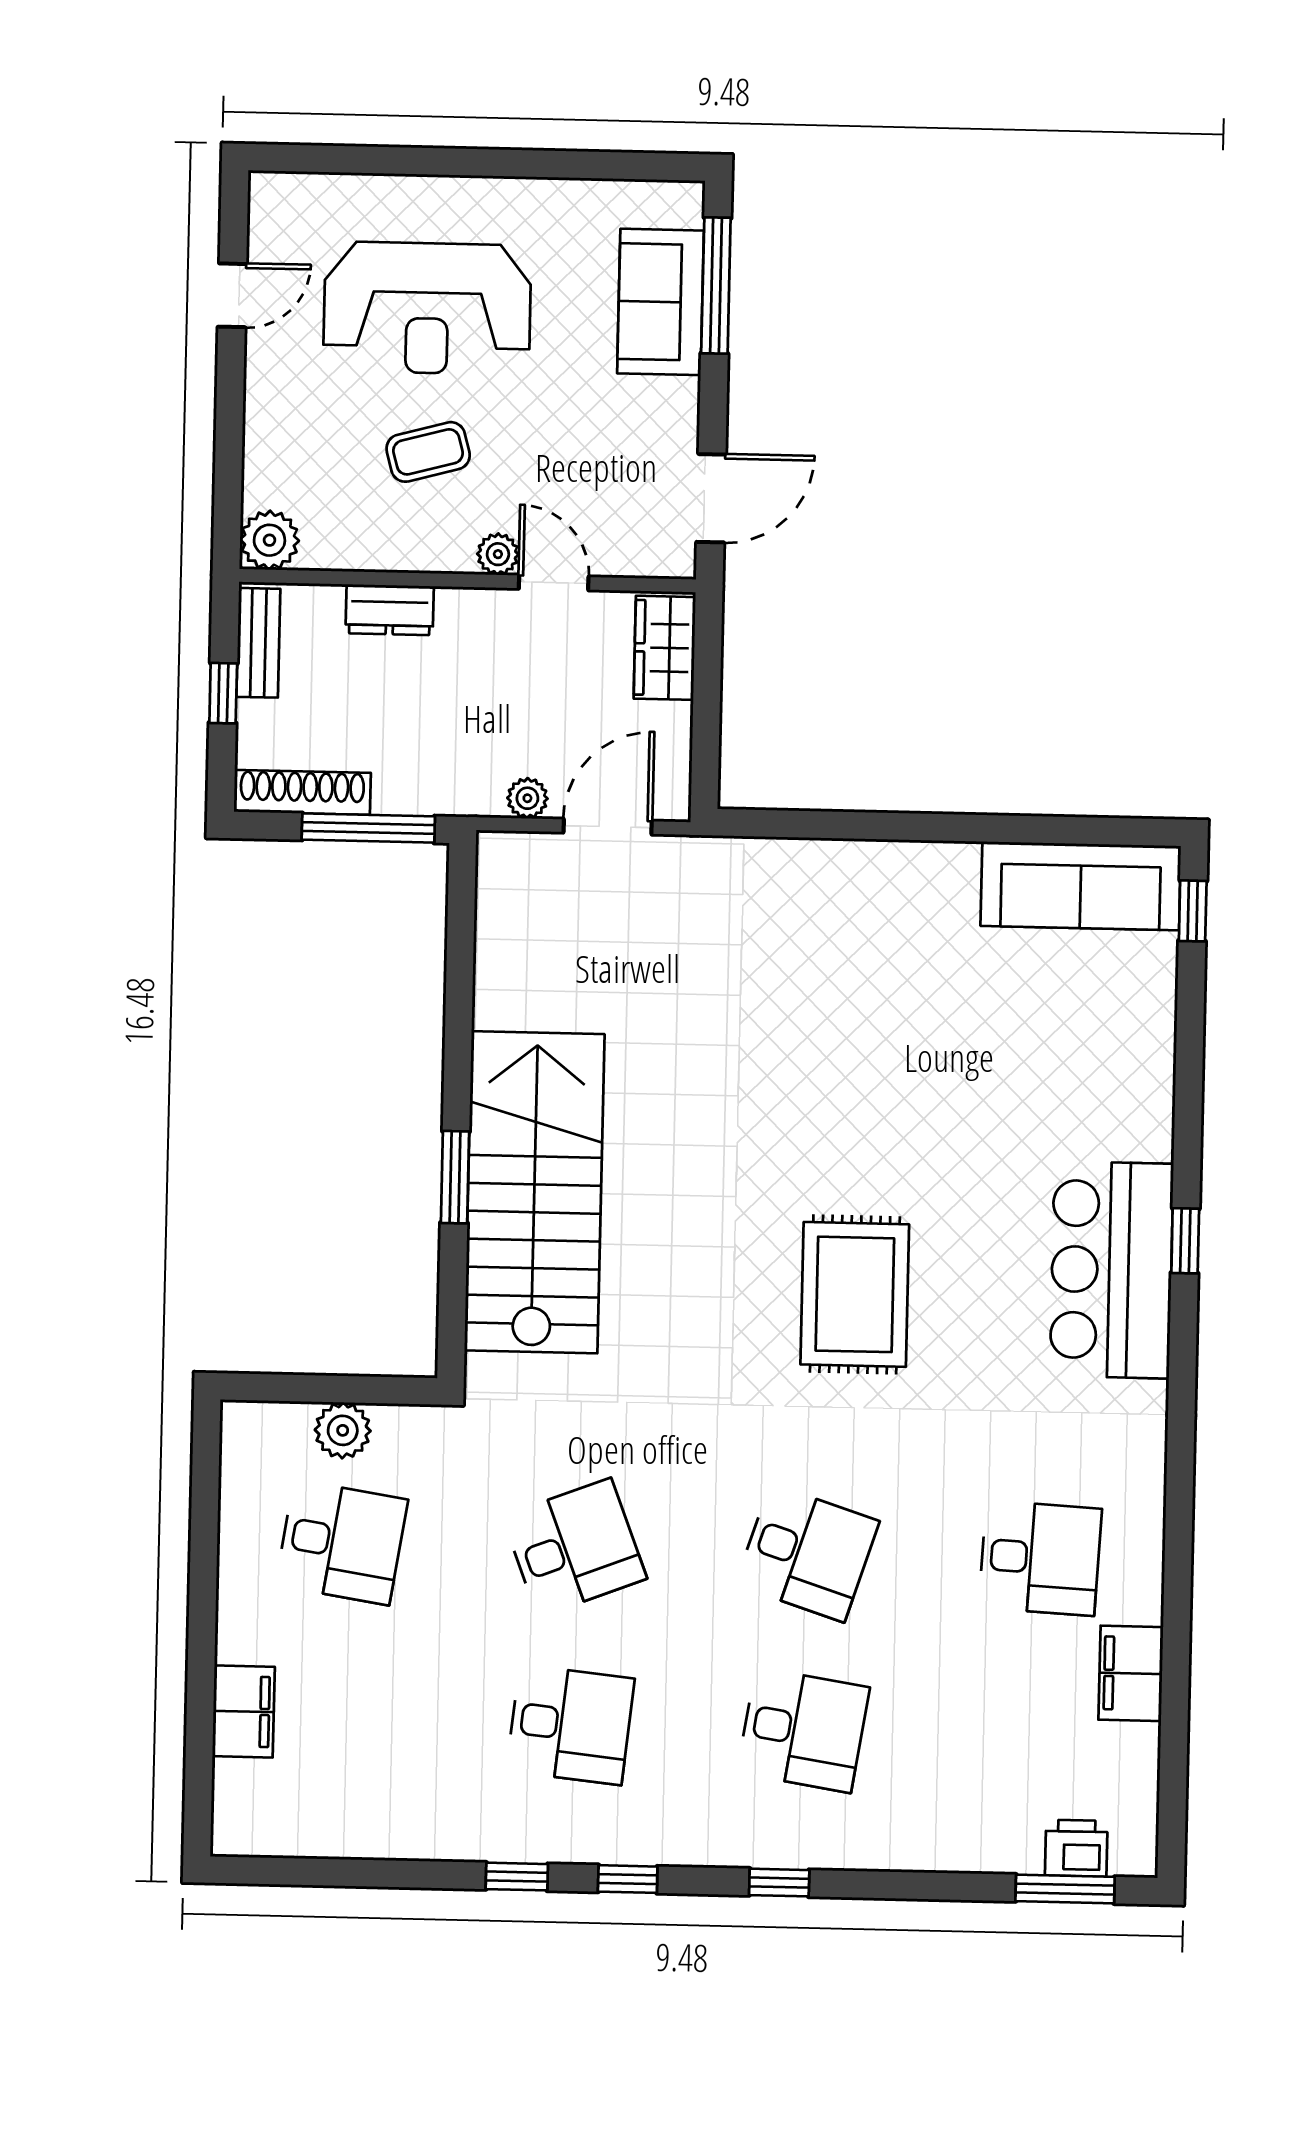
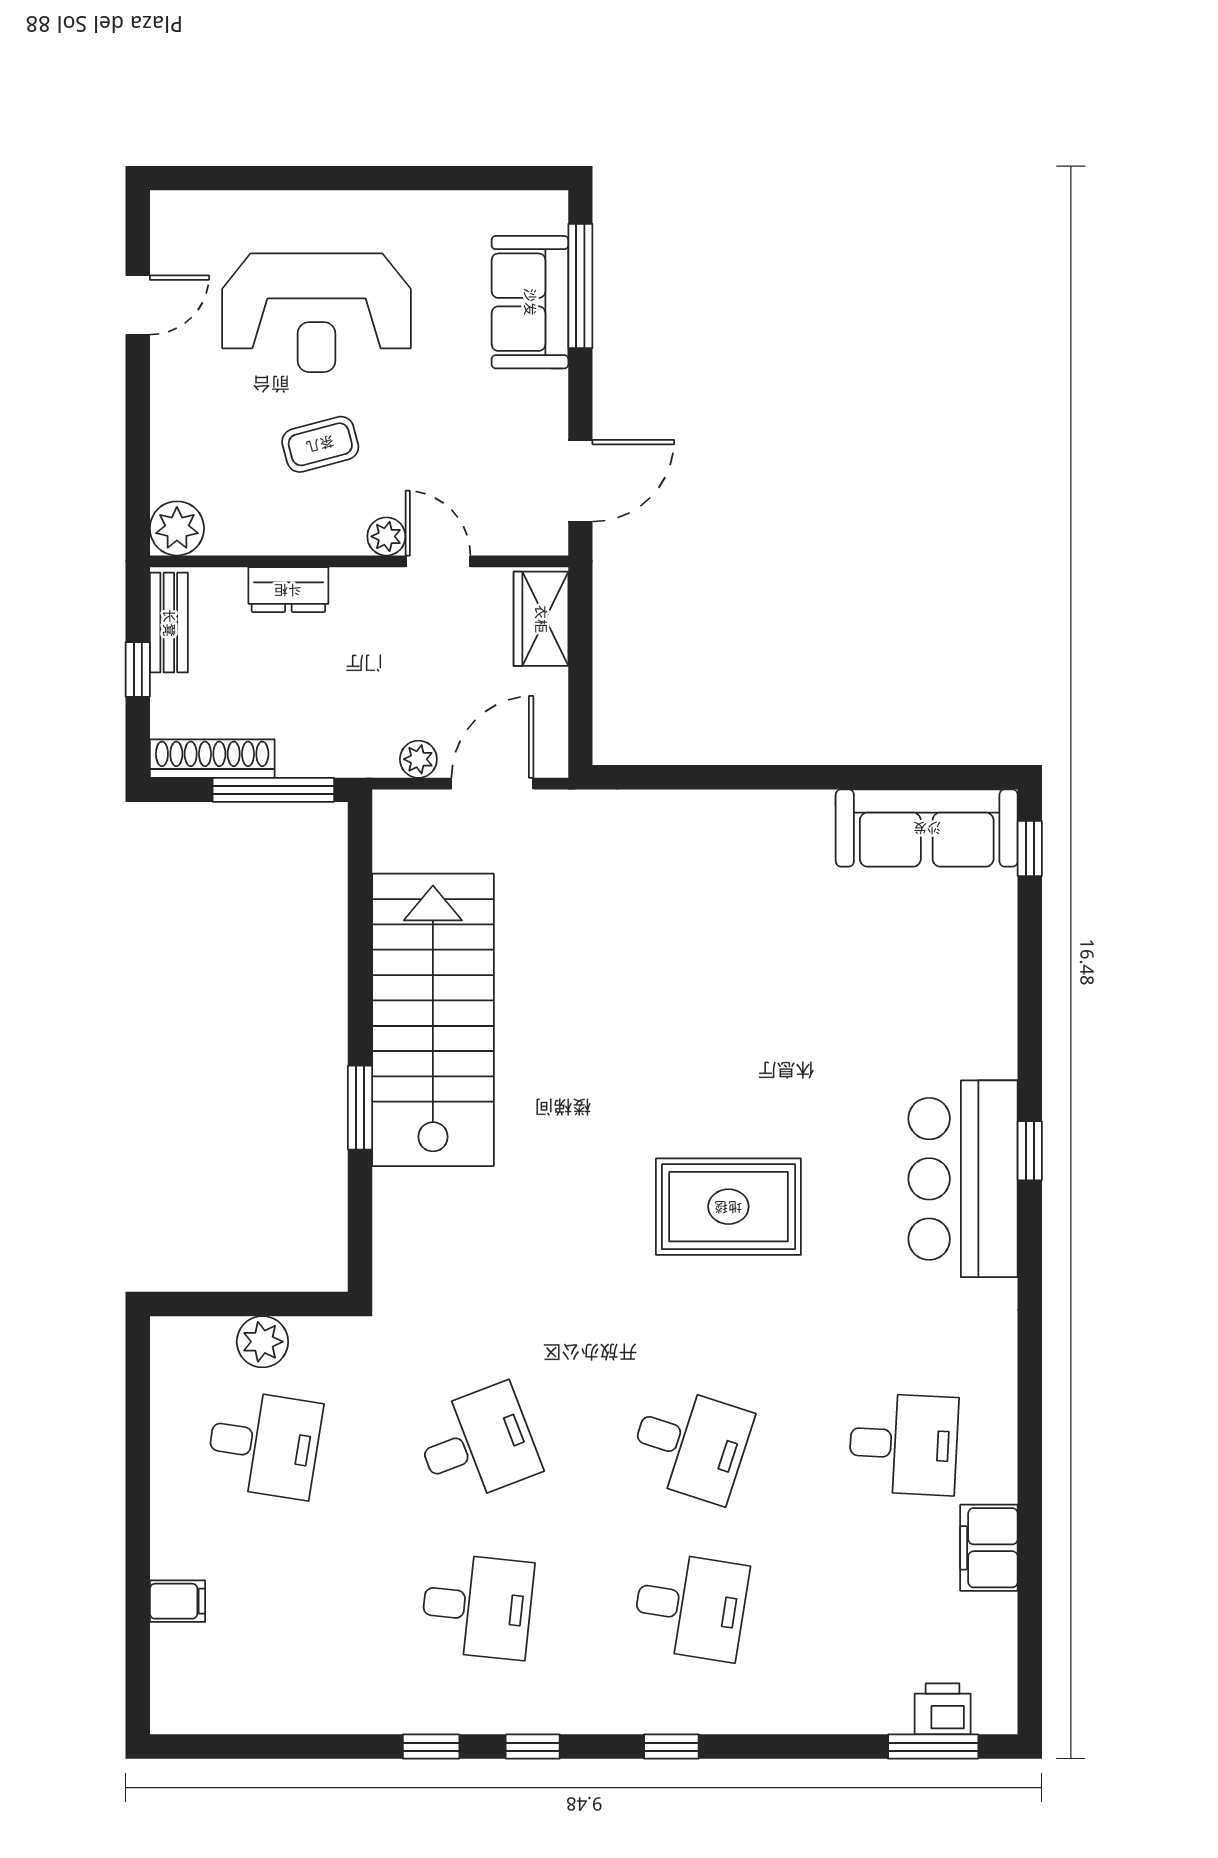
stairs: (534, 1192) -> (433, 1020), moved
rug: (855, 1294) -> (728, 1207), turned 90
filing cabinet: (244, 1712) -> (178, 1601), width x0.50

